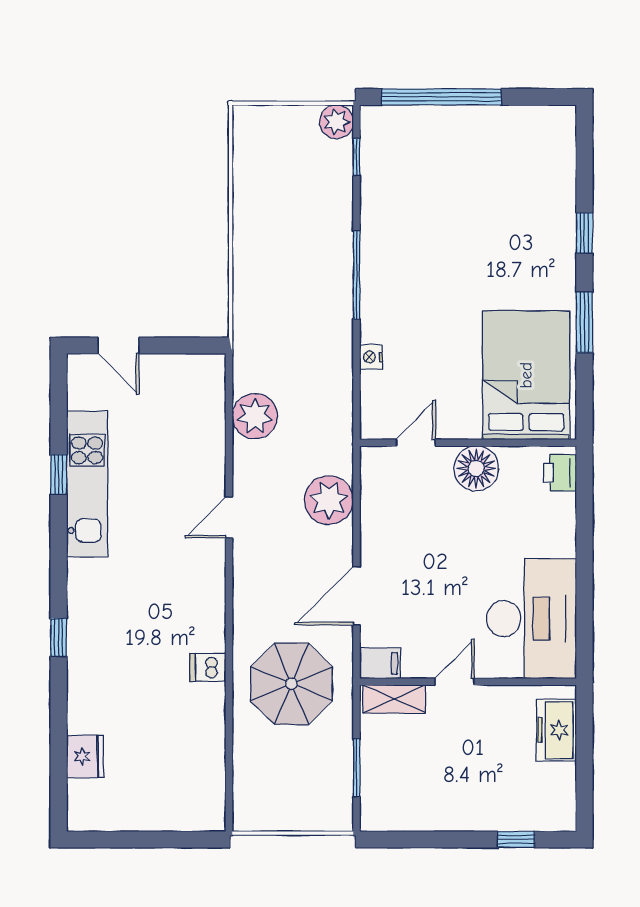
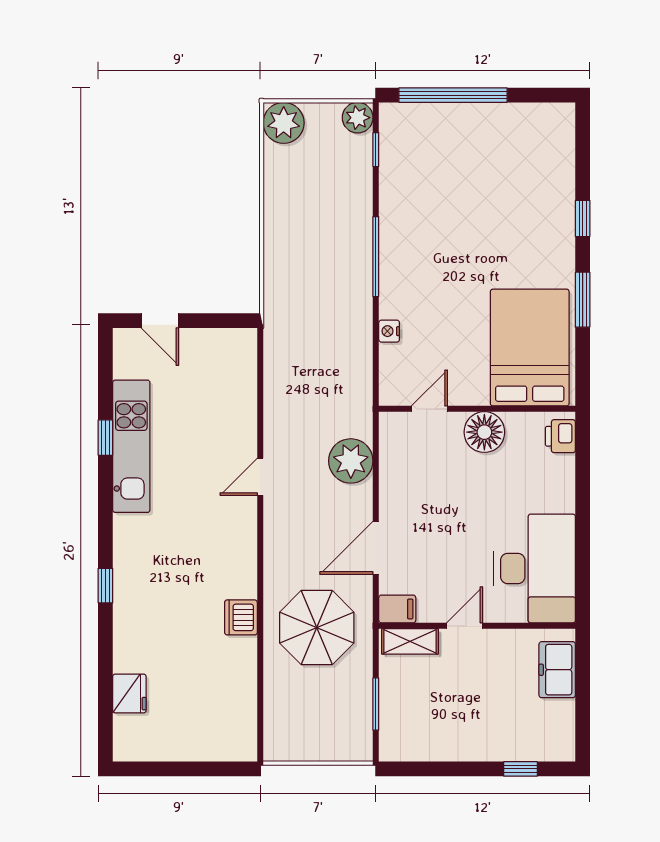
plant: (255, 416) -> (284, 123), moved
dishwasher: (208, 667) -> (241, 617), width x1.38

